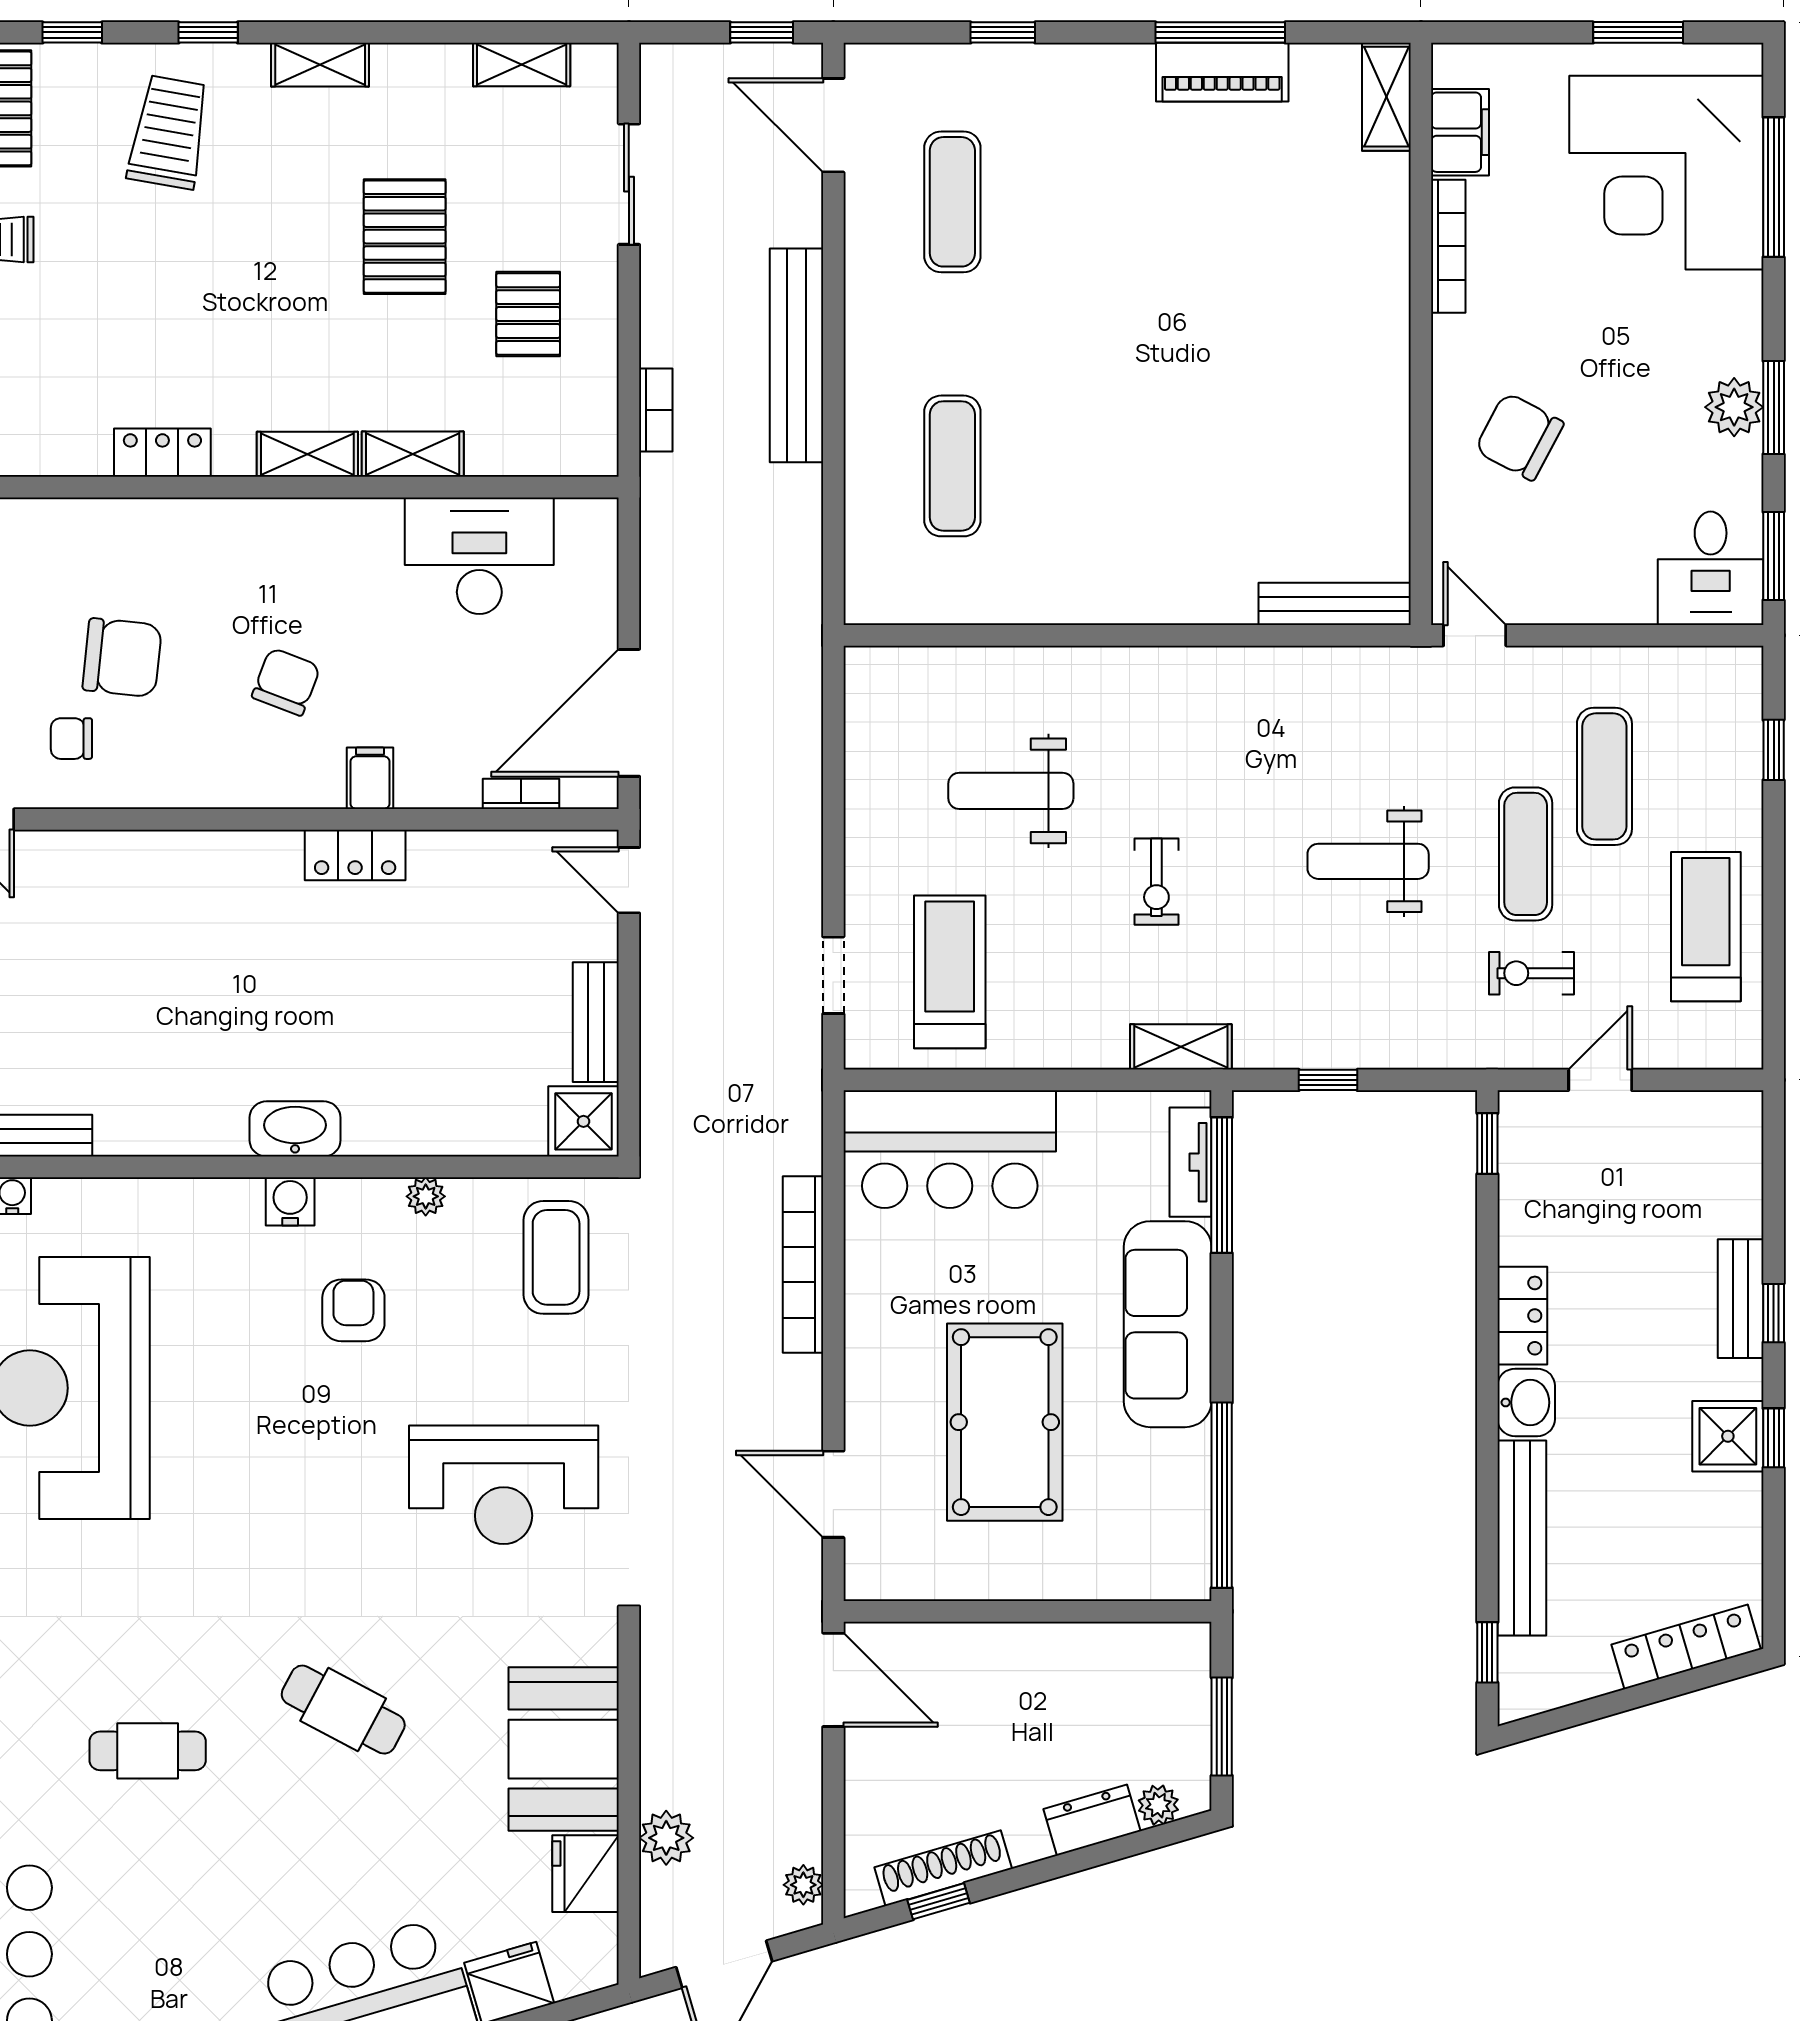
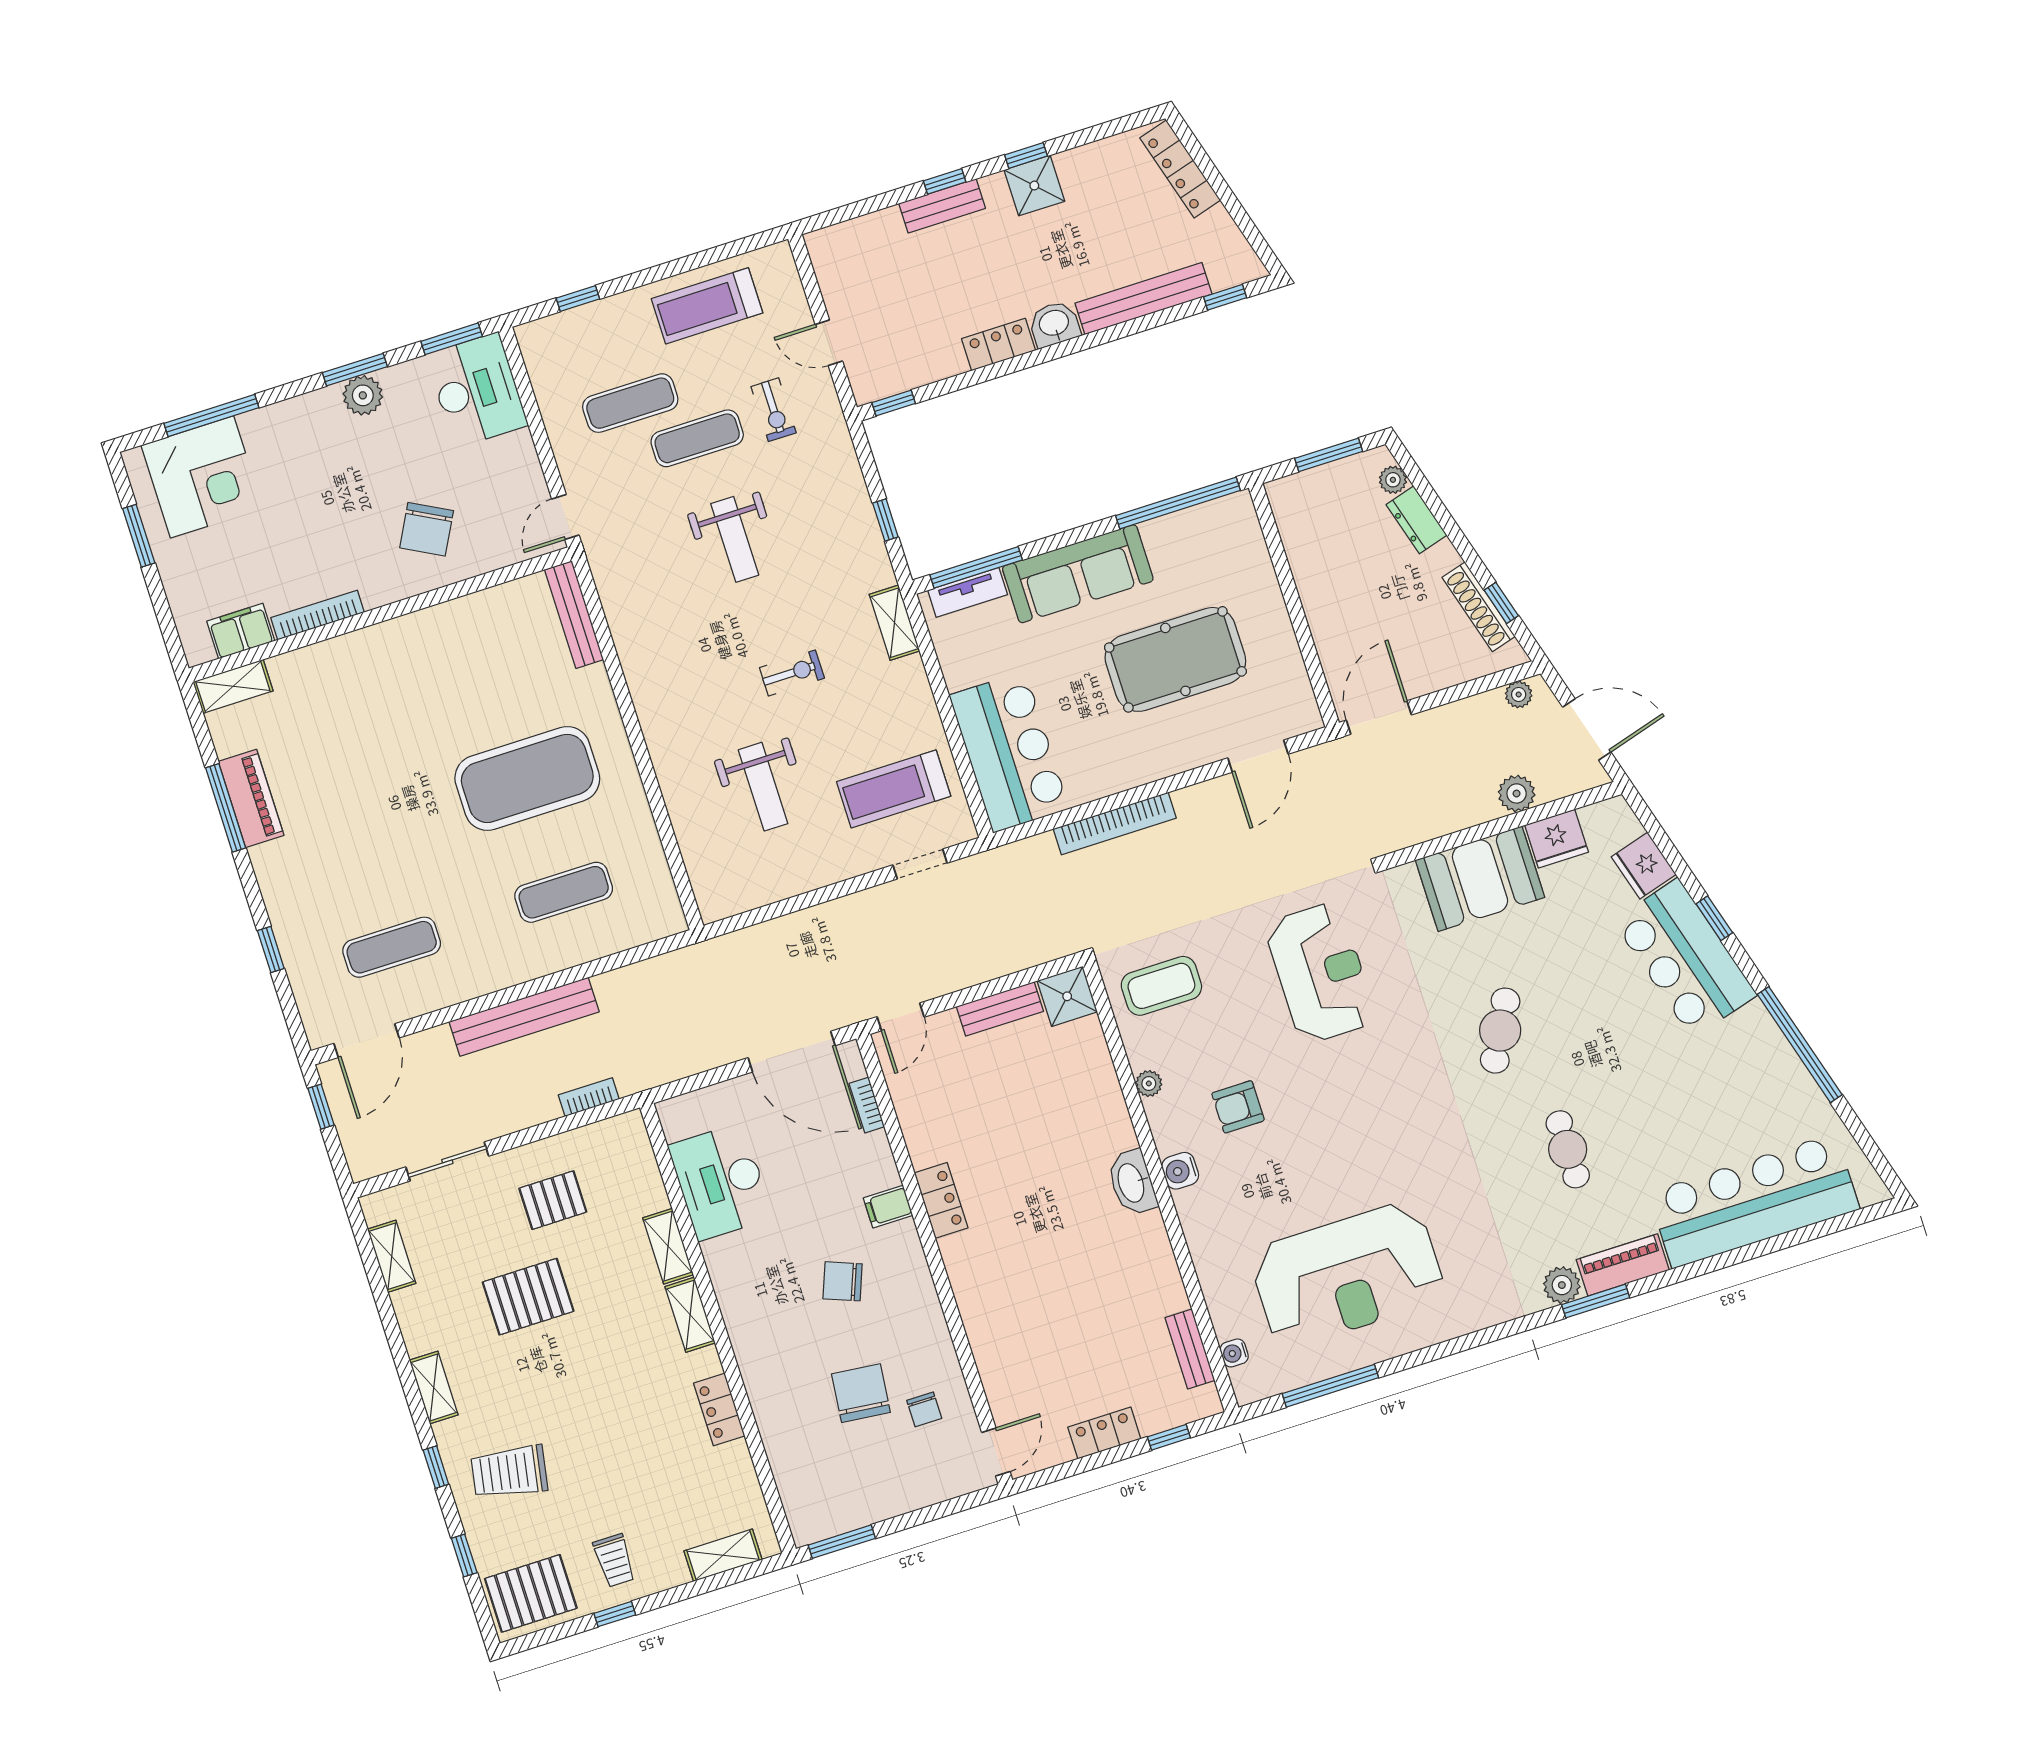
corner desk: (1666, 173) -> (202, 477), width x0.74, depth x0.74
exercise mat: (1127, 466) -> (527, 778), added
desk: (1711, 568) -> (477, 390), width x1.37

